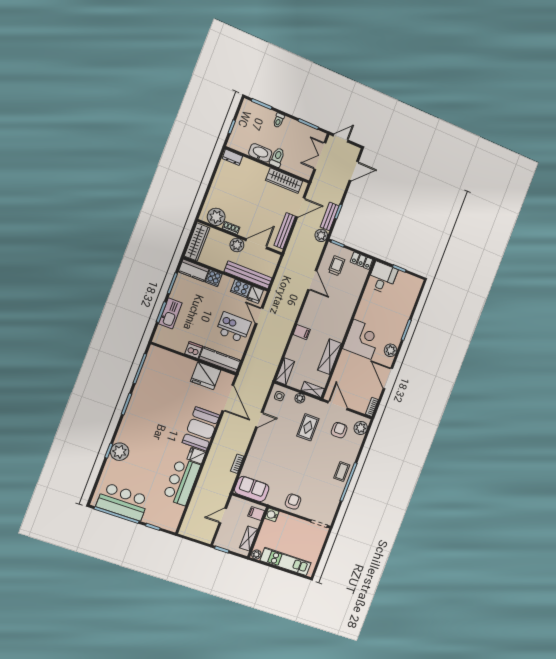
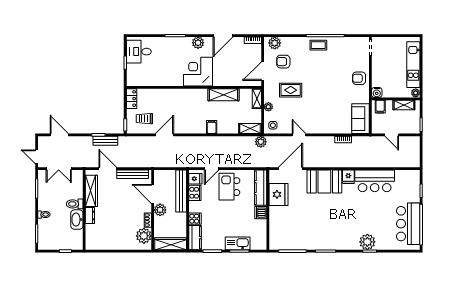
dresser: (232, 157) -> (90, 215), moved
plant: (321, 235) -> (261, 142), moved
desk: (382, 278) -> (139, 52), moved

